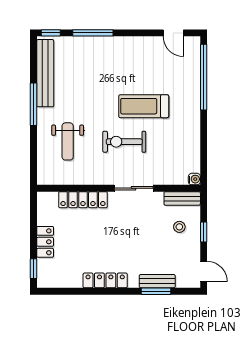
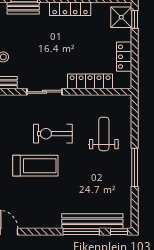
bench: (45, 73) -> (92, 221), moved, turned 90
exercise bike: (124, 142) -> (53, 134), turned 180
locker: (45, 242) -> (124, 57), moved
shower: (48, 271) -> (121, 17), added

